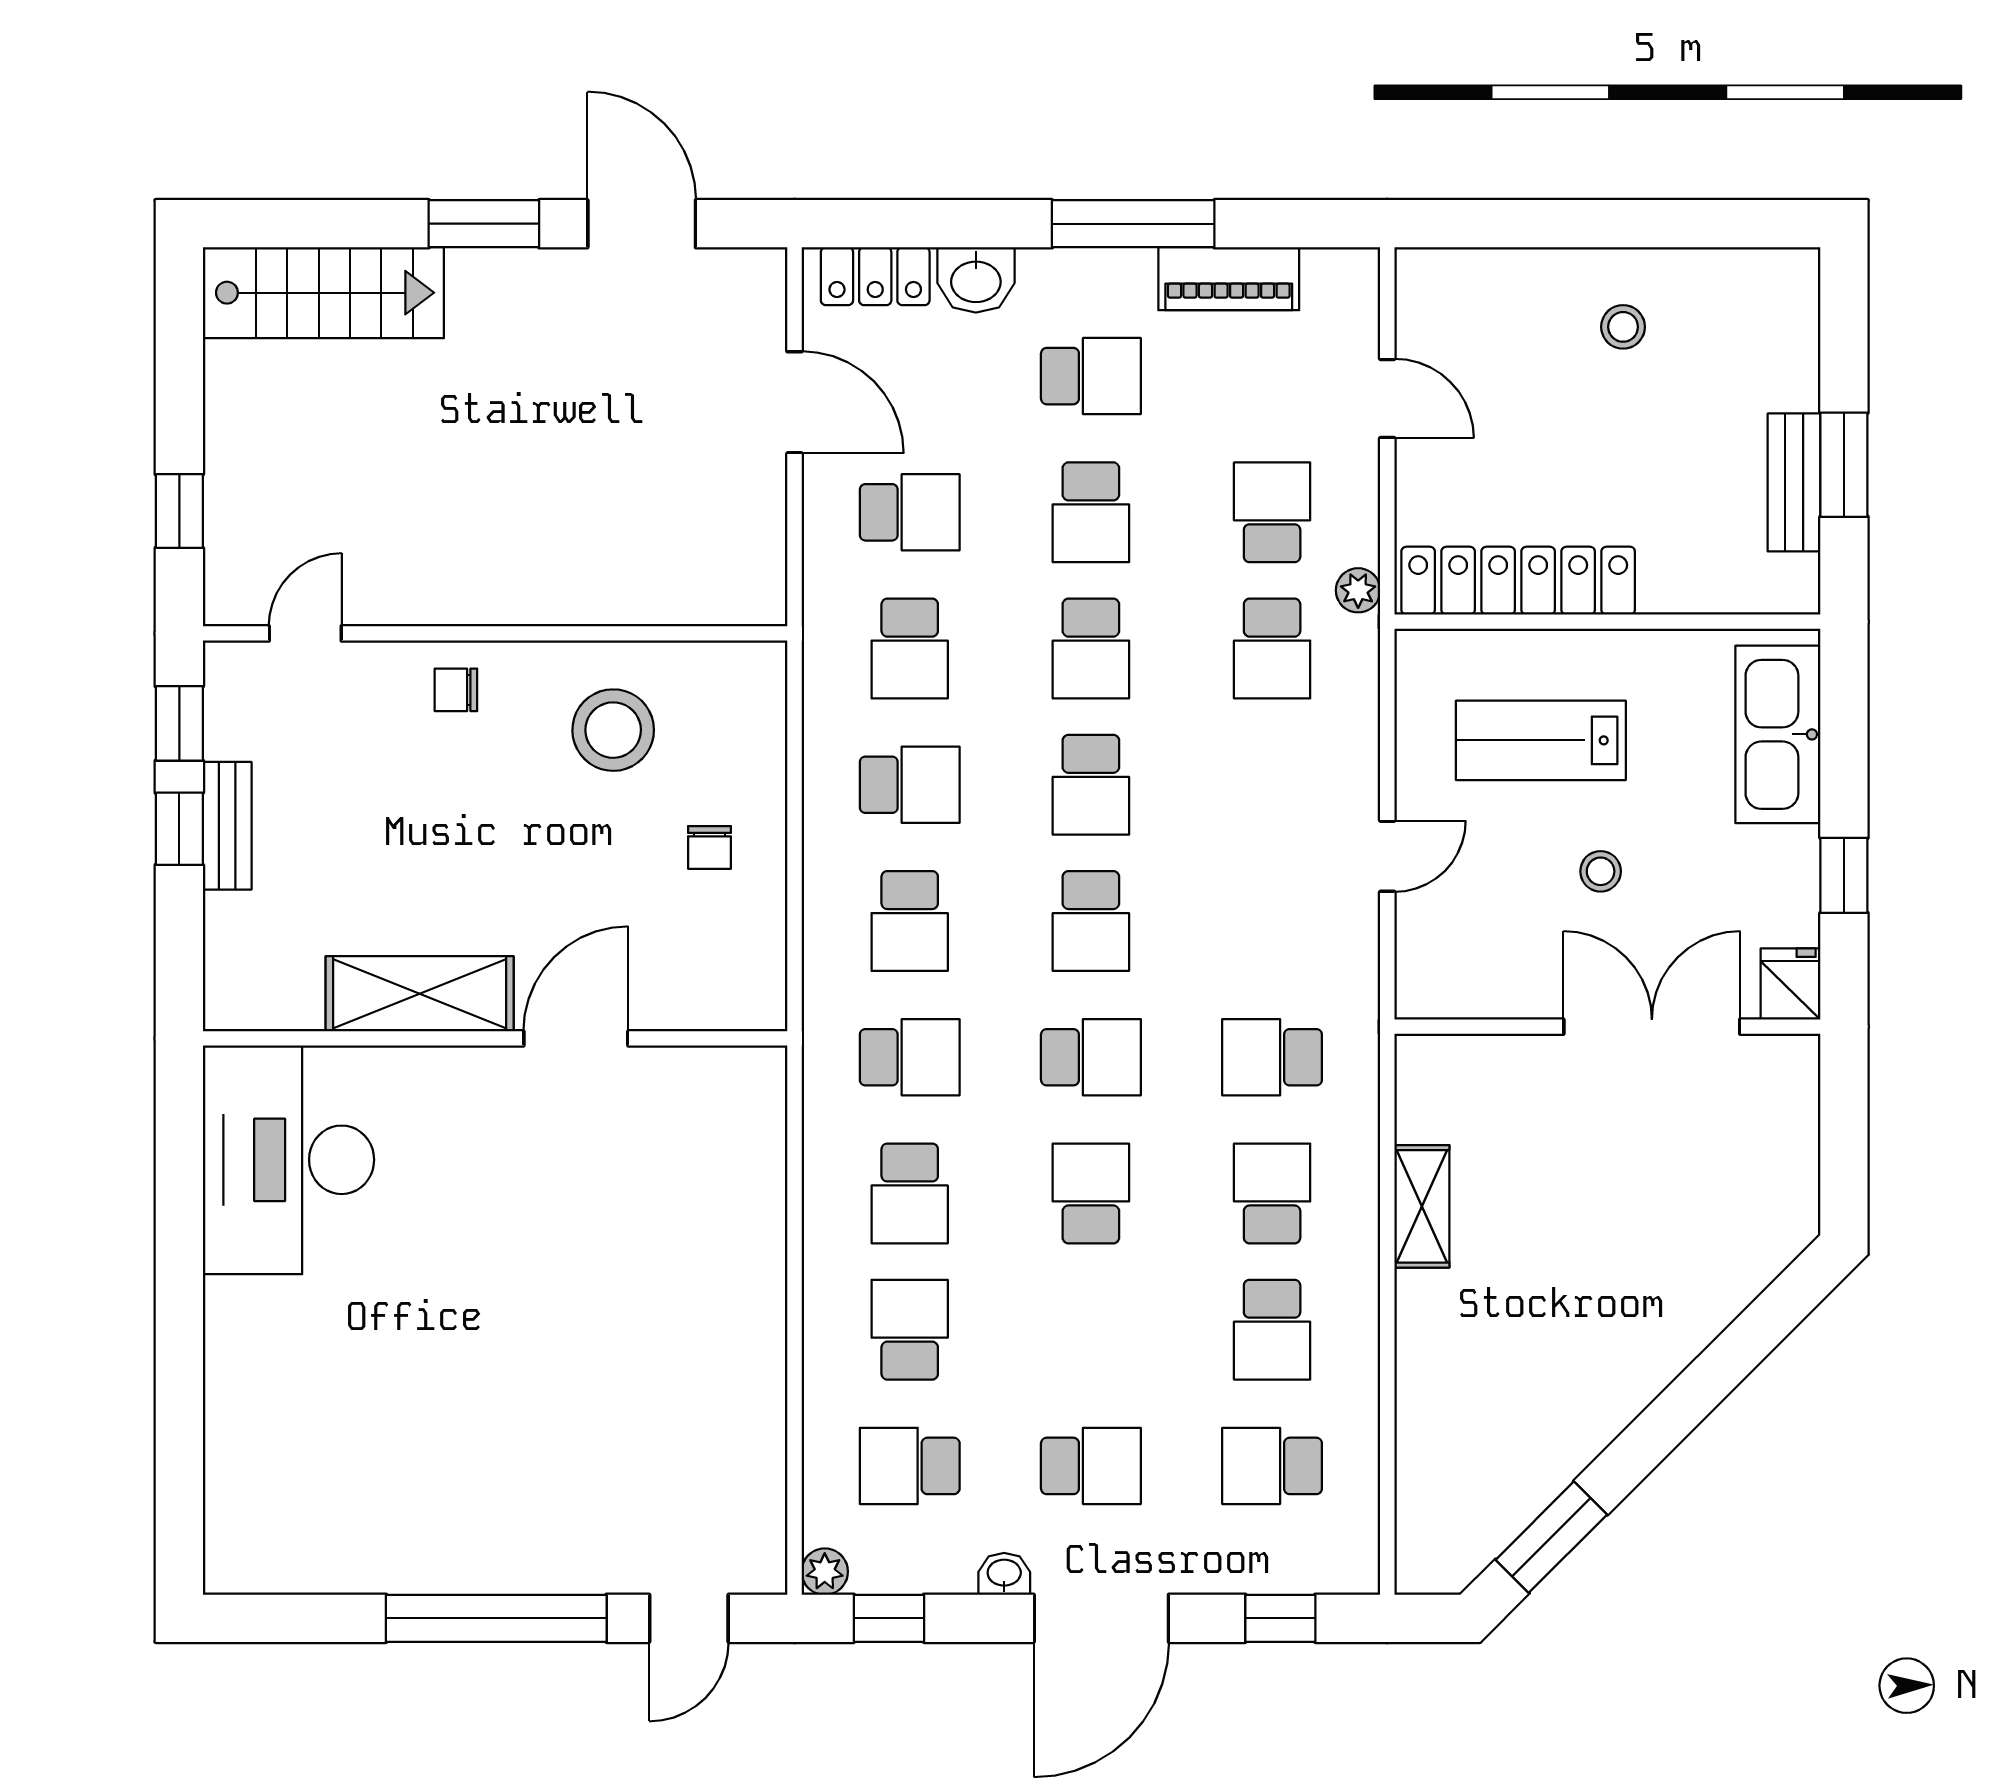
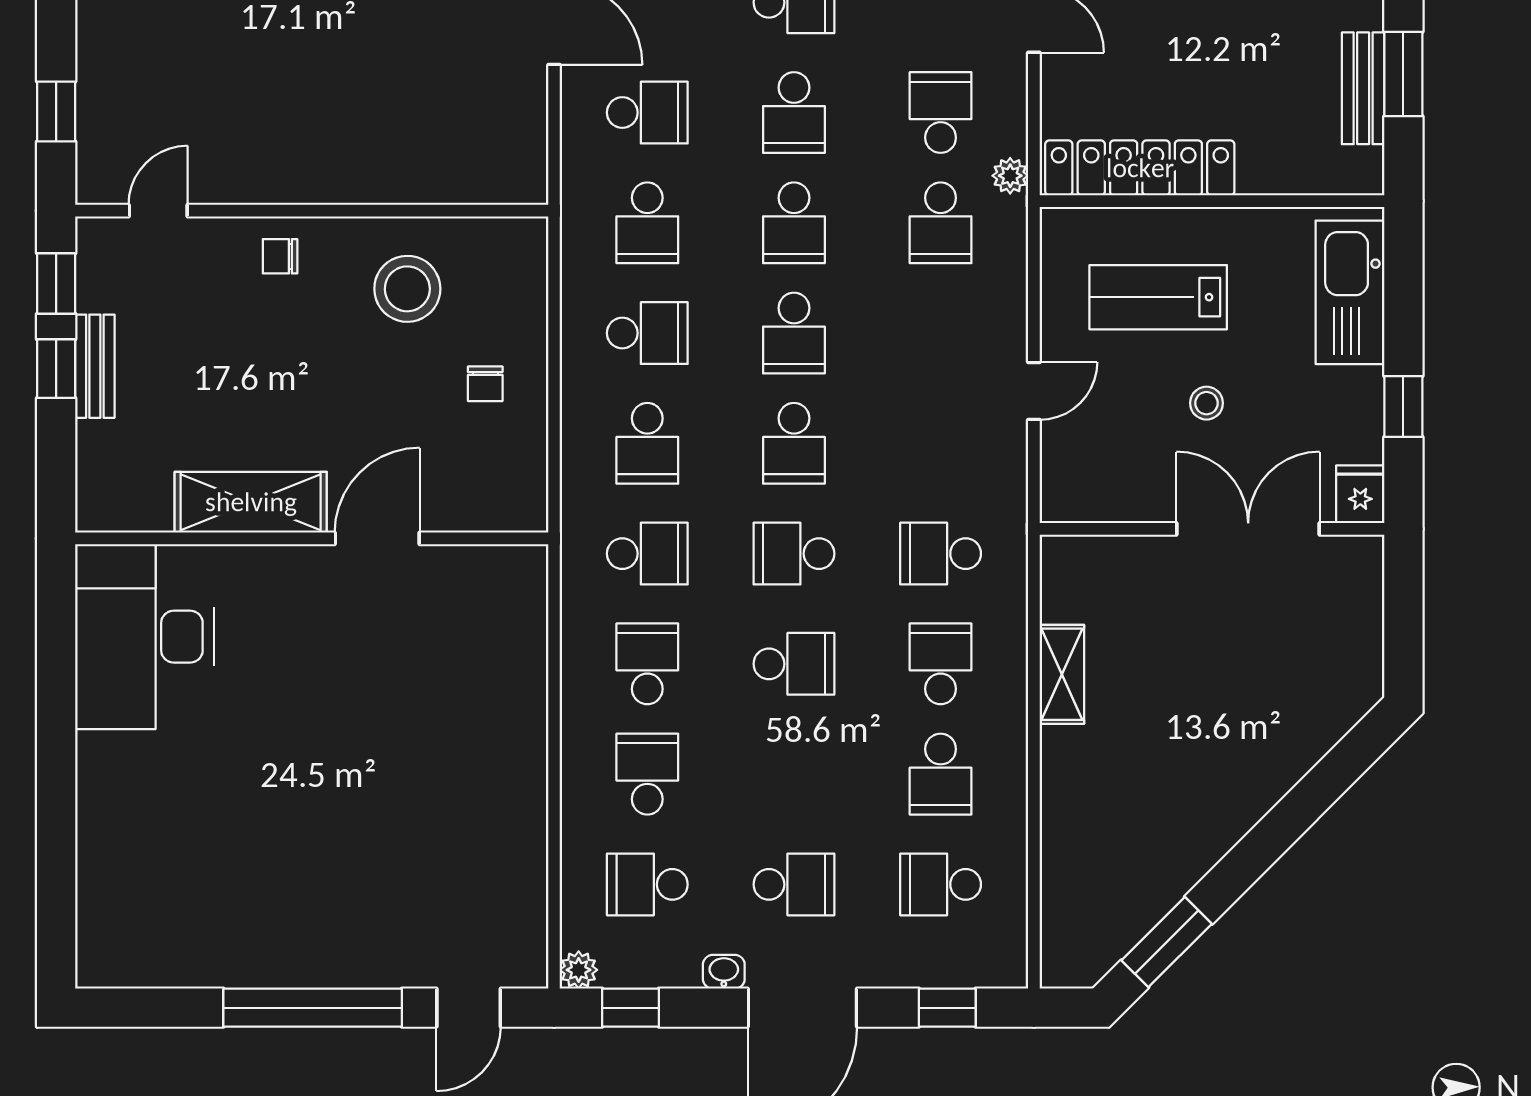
school desk: (1091, 1057) -> (794, 554), turned 180
school desk: (910, 1193) -> (647, 664), turned 180
school desk: (1091, 1193) -> (794, 664), turned 90

